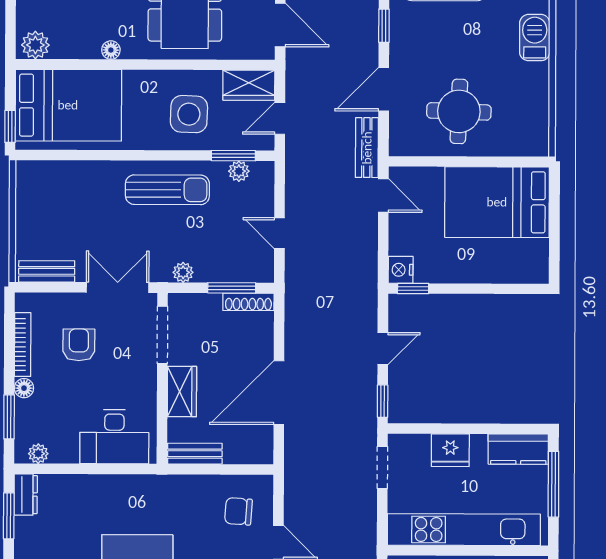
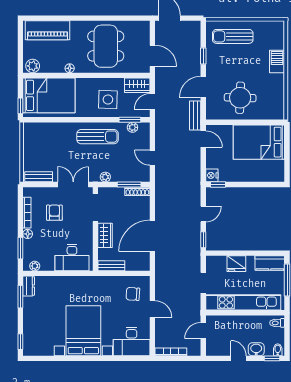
doorway: (382, 468) -> (203, 283), moved

